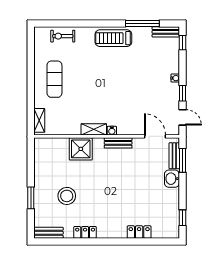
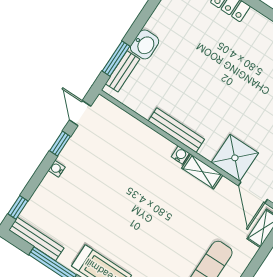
bench: (166, 32) -> (36, 239), width x1.36
door: (155, 136) -> (253, 192), moved
bench: (118, 143) -> (176, 130), width x1.36

